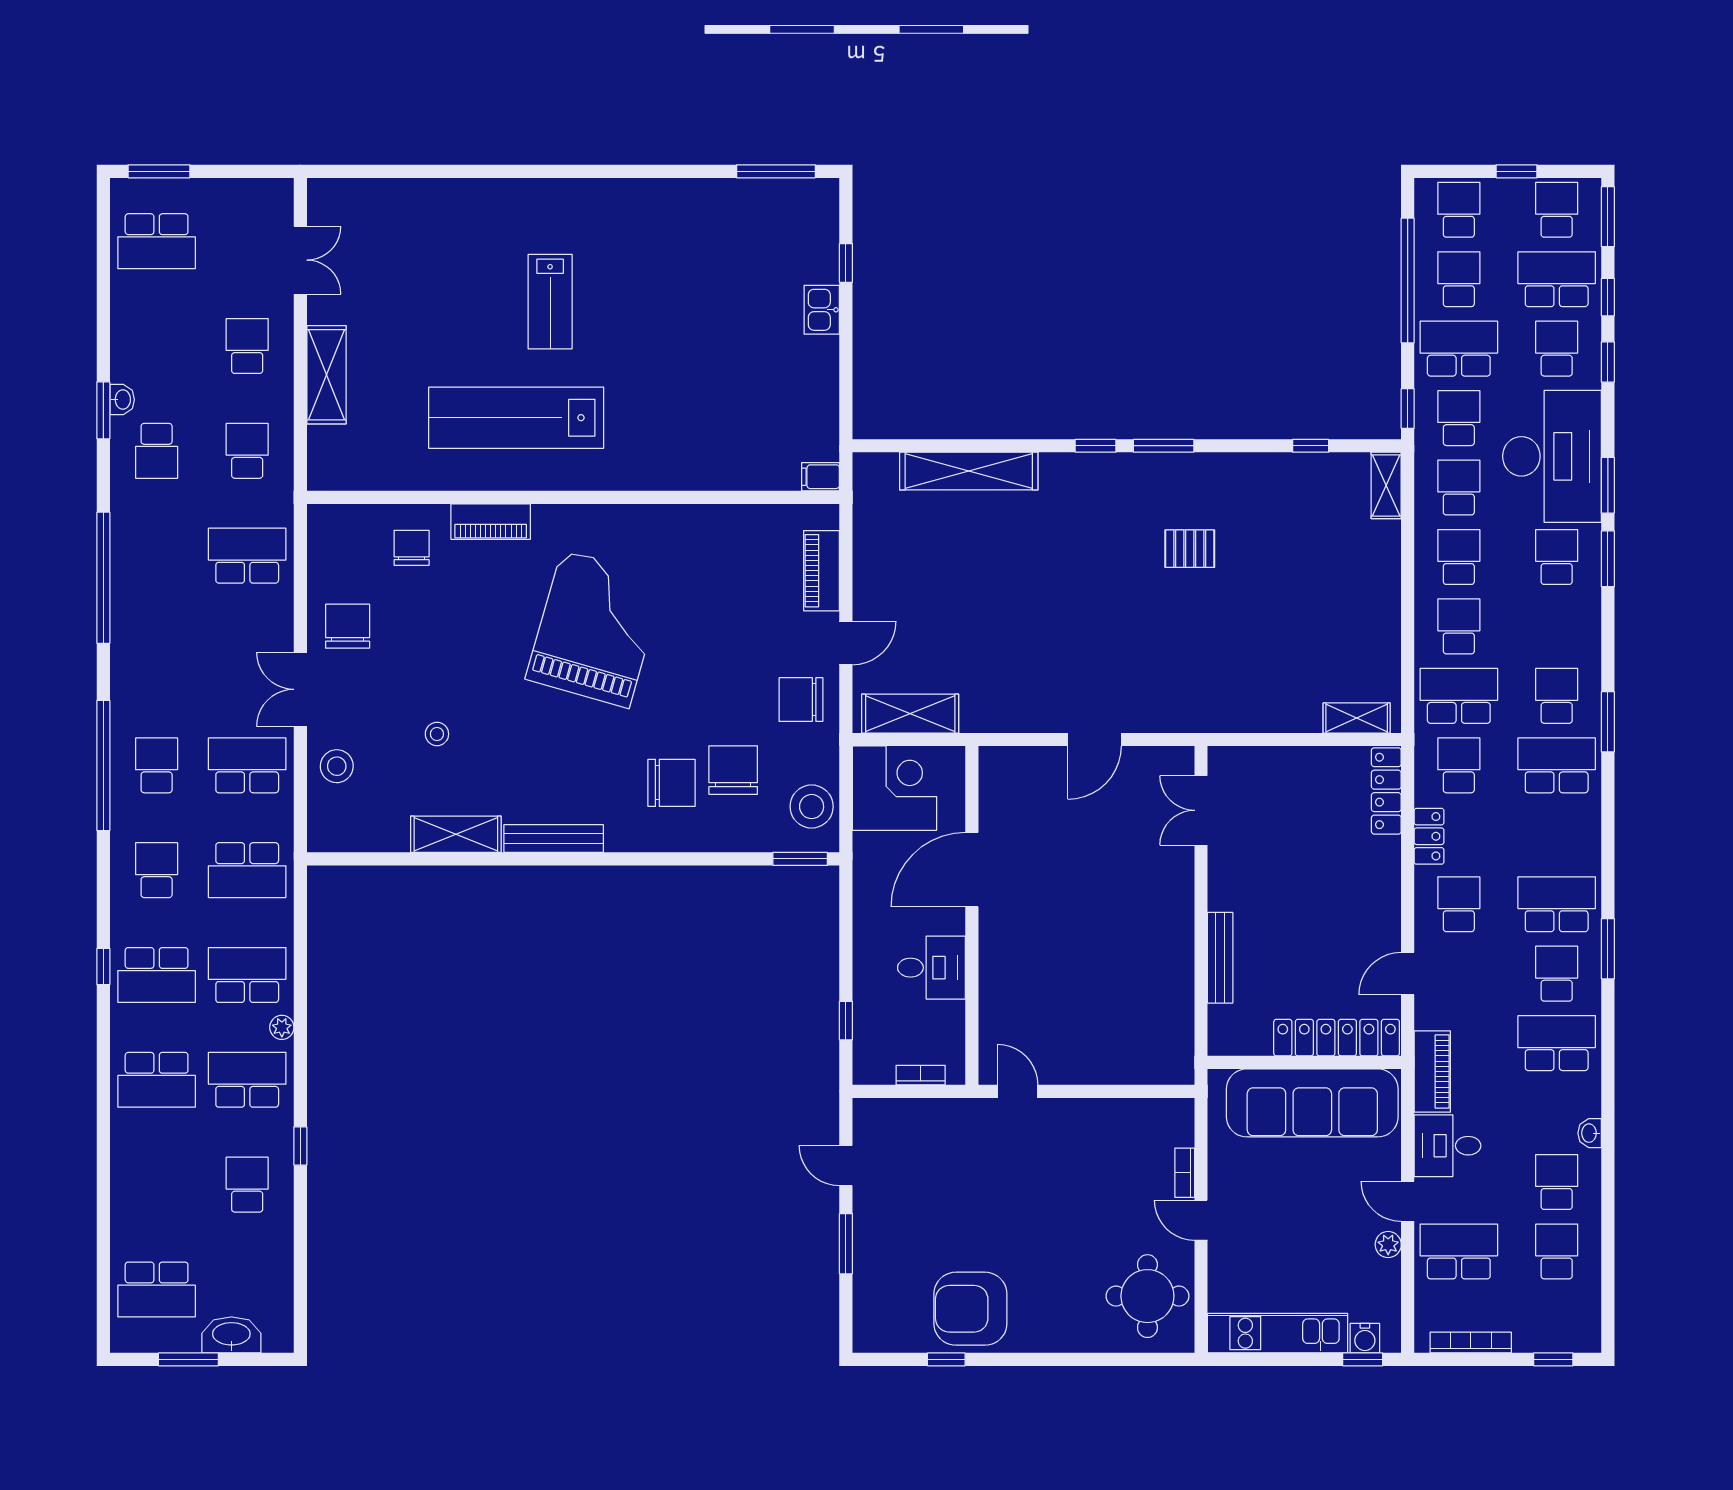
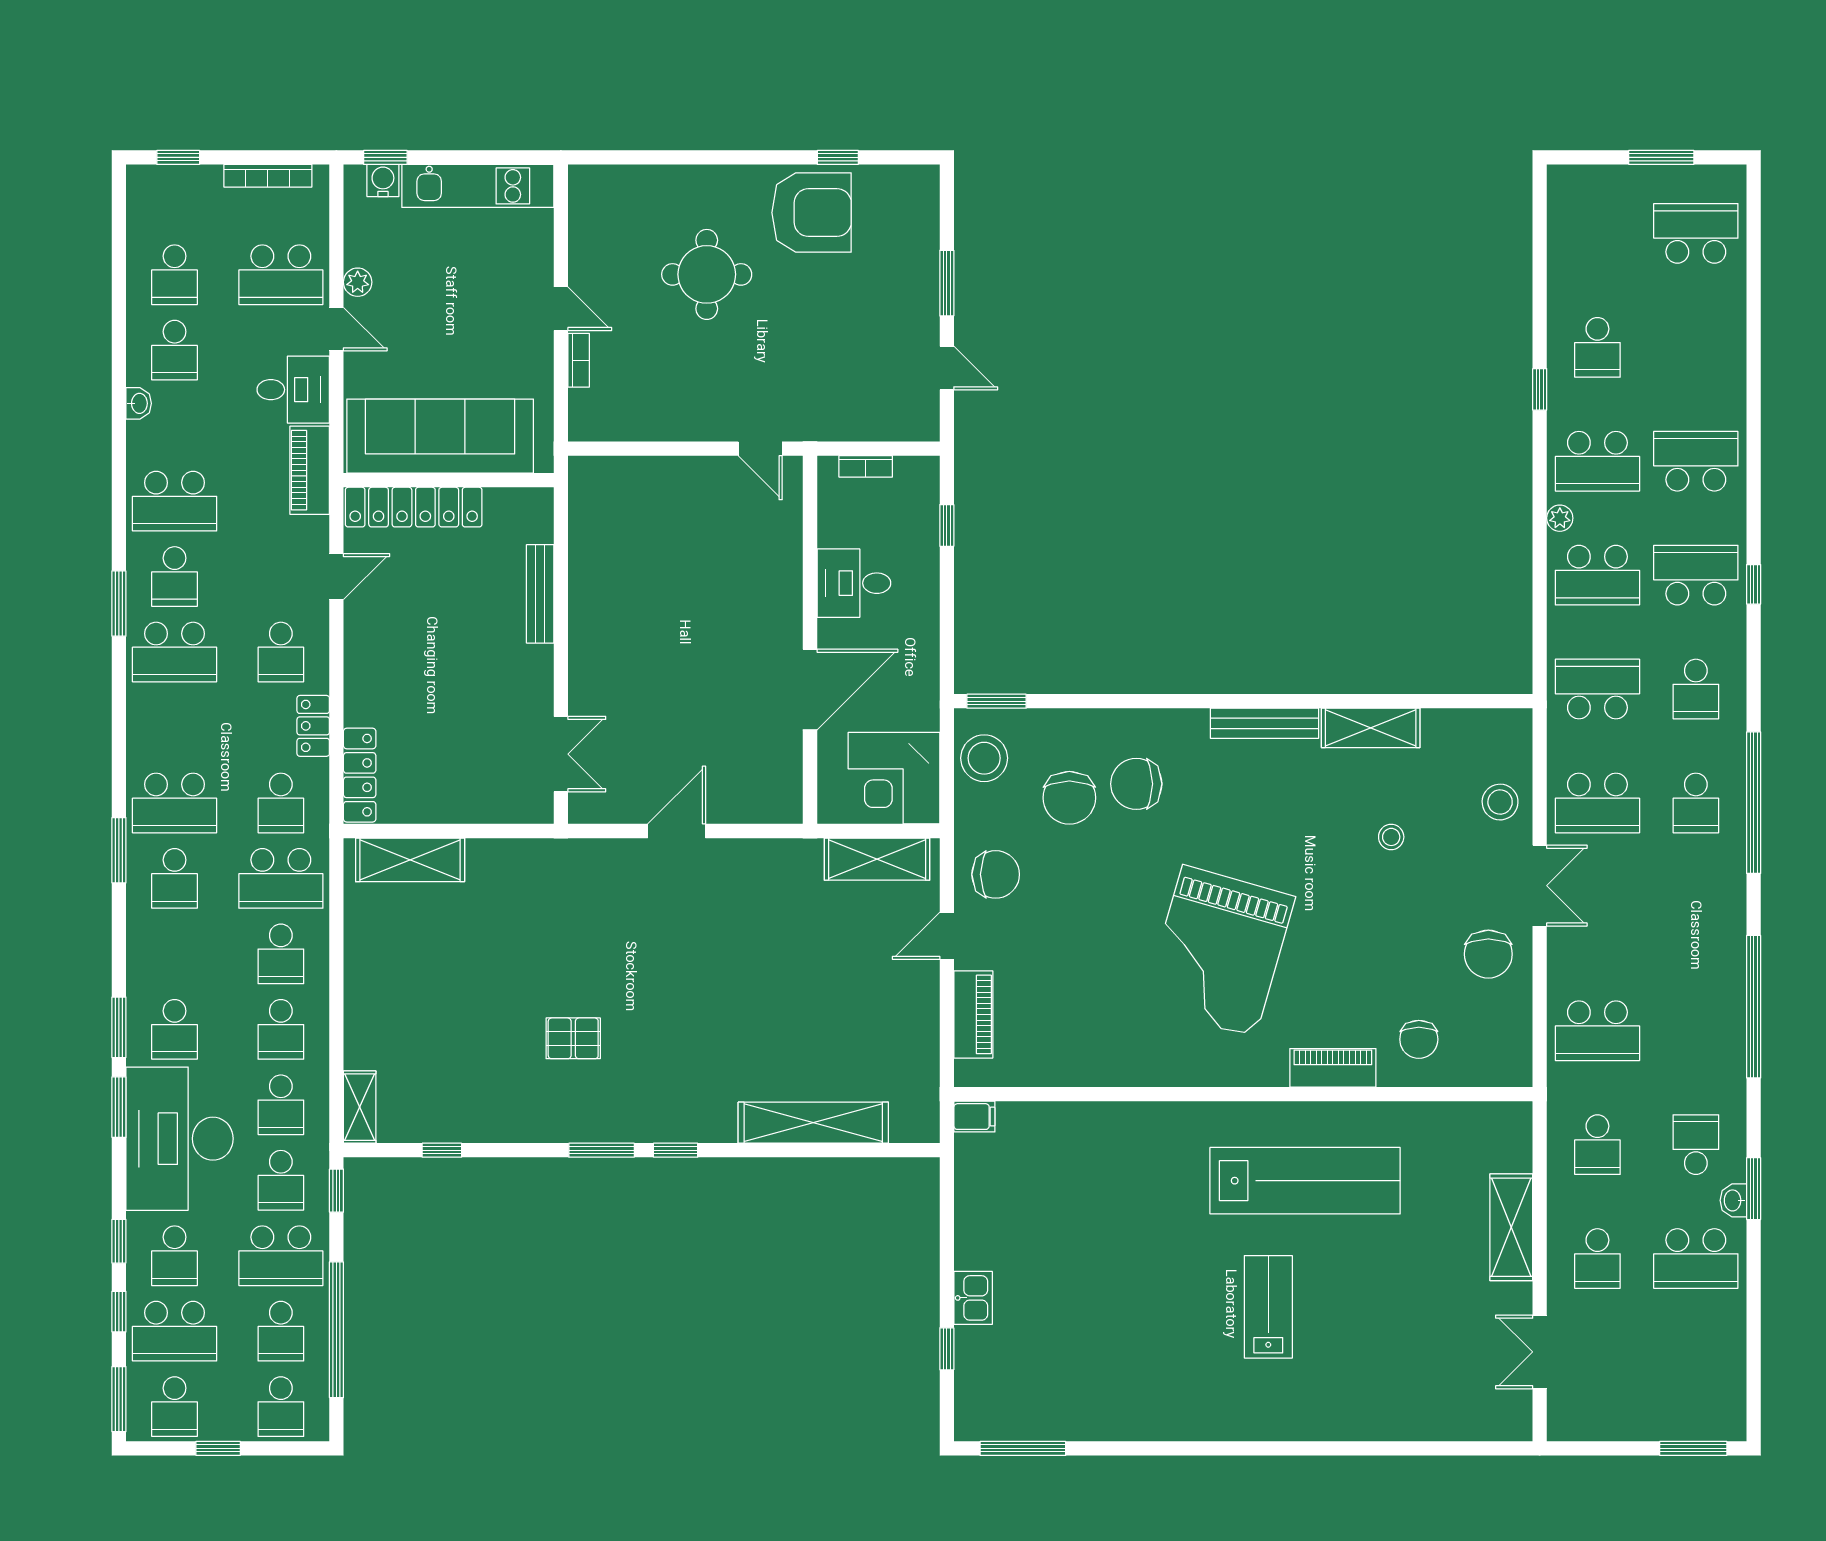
school desk: (157, 241) -> (1696, 1259), moved, turned 180
shelving: (1357, 718) -> (410, 860), width x1.50, depth x1.33
round table: (1147, 1296) -> (707, 274), moved
washbasin: (231, 1335) -> (1615, 184), removed

